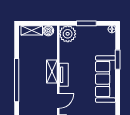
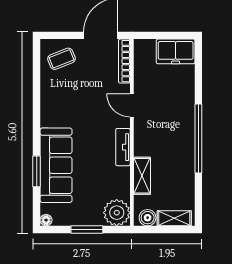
shelving: (52, 72) -> (142, 176), moved
sofa: (106, 79) -> (56, 165), moved
door: (58, 101) -> (132, 105), hinge flipped

